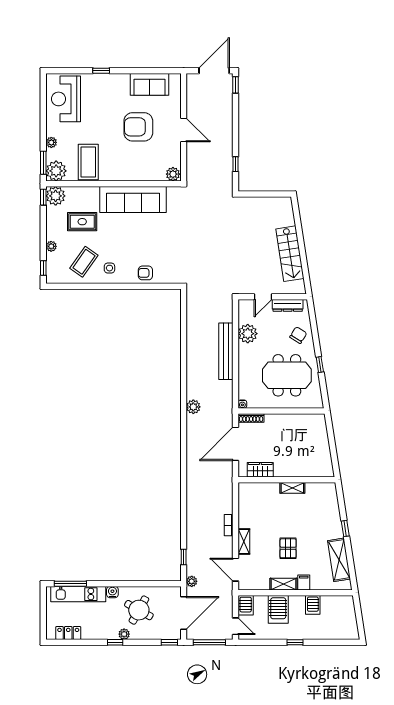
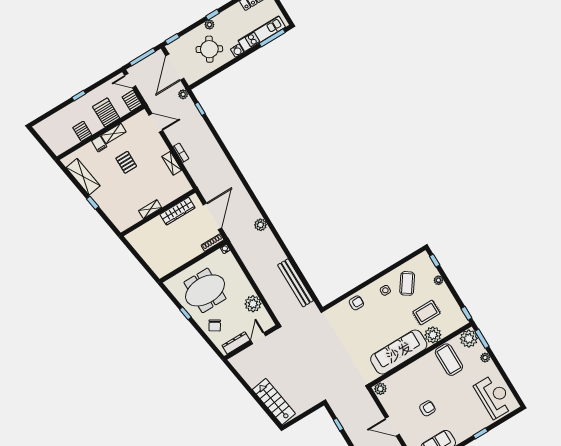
armchair: (138, 127) -> (427, 408), width x0.53, depth x0.53
plant: (56, 196) -> (433, 335), moved
stairs: (290, 254) -> (274, 402), moved
bench: (226, 351) -> (296, 283), moved
wardrobe: (260, 470) -> (177, 211), width x1.50
shelving: (244, 541) -> (172, 163), moved

